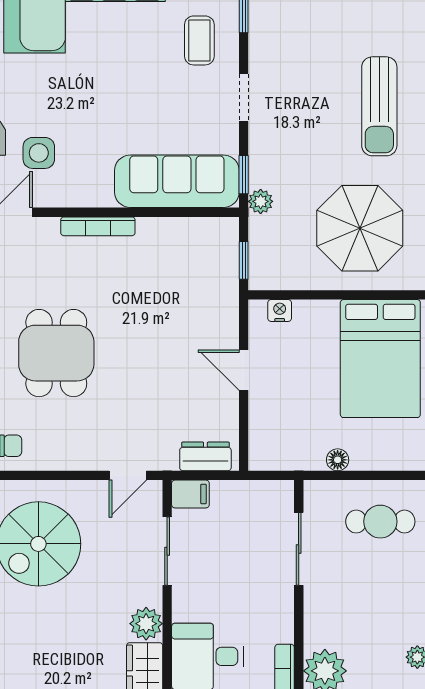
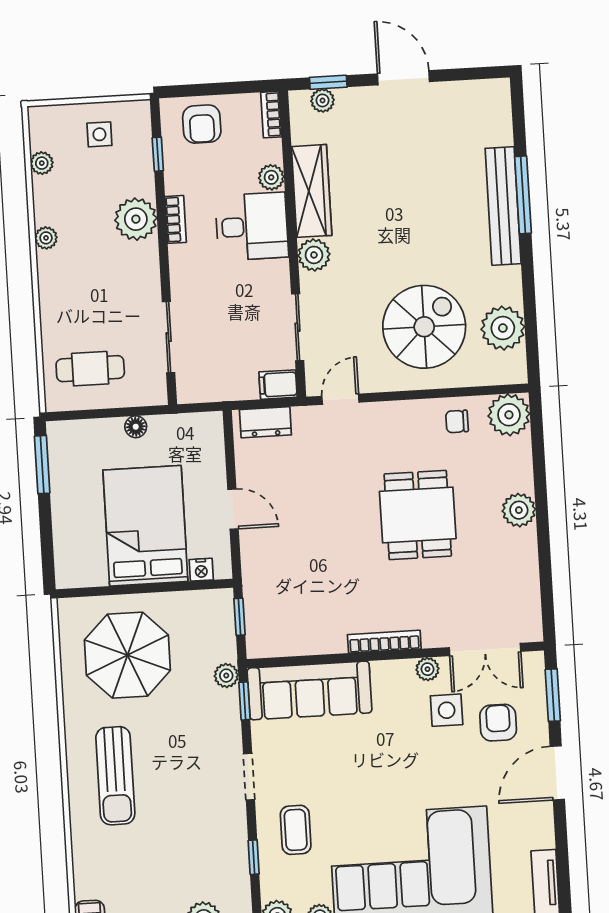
sun lounger: (379, 106) -> (115, 776), turned 180
plant: (56, 196) -> (427, 669), added
bed: (380, 359) -> (145, 526), moved

